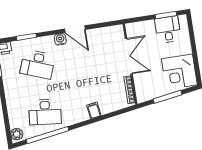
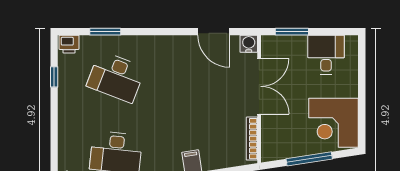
window: (166, 15) -> (292, 32), moved
door: (75, 29) -> (214, 32), moved
water cooler: (60, 39) -> (249, 44), moved

